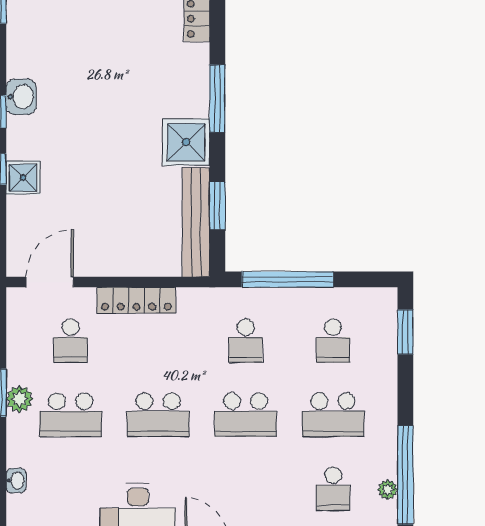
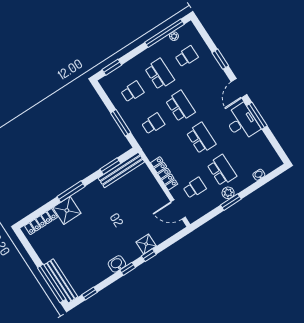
shower: (186, 142) -> (67, 210), moved
window: (288, 279) -> (121, 123), width x0.68

